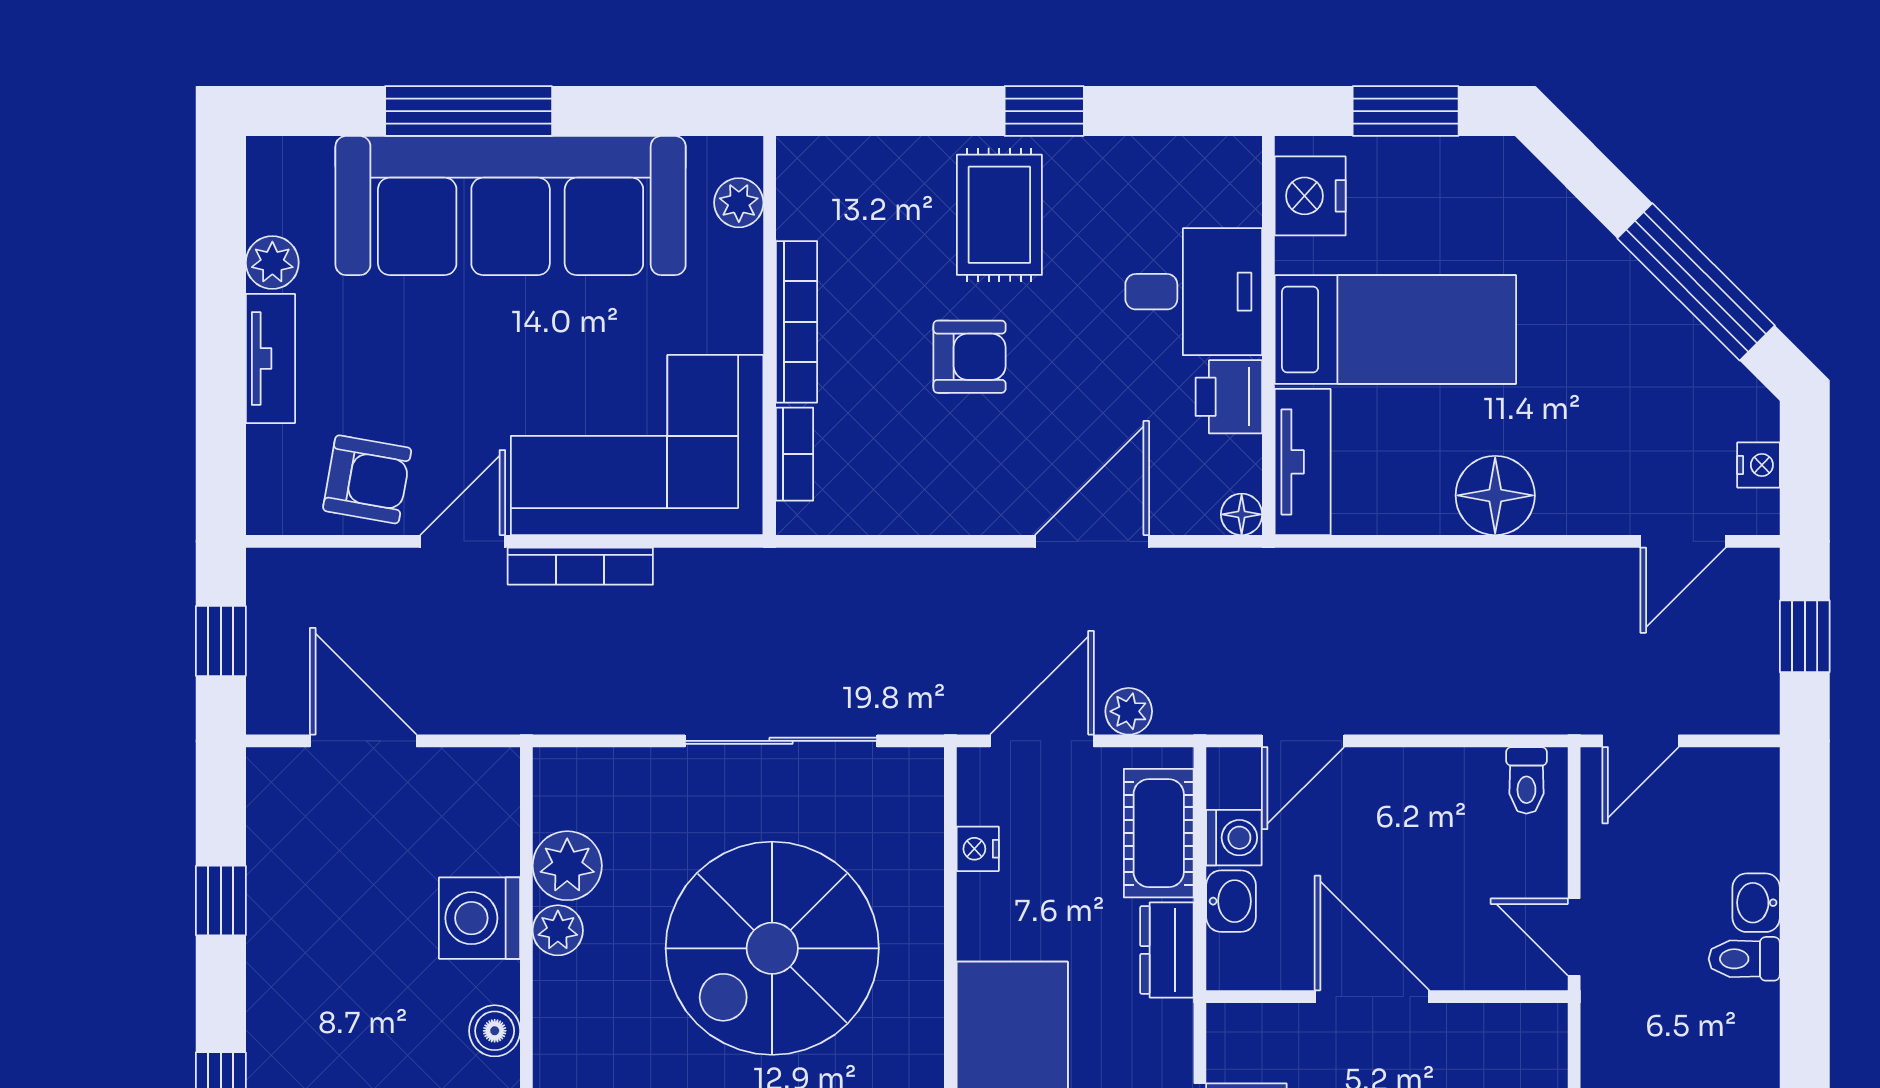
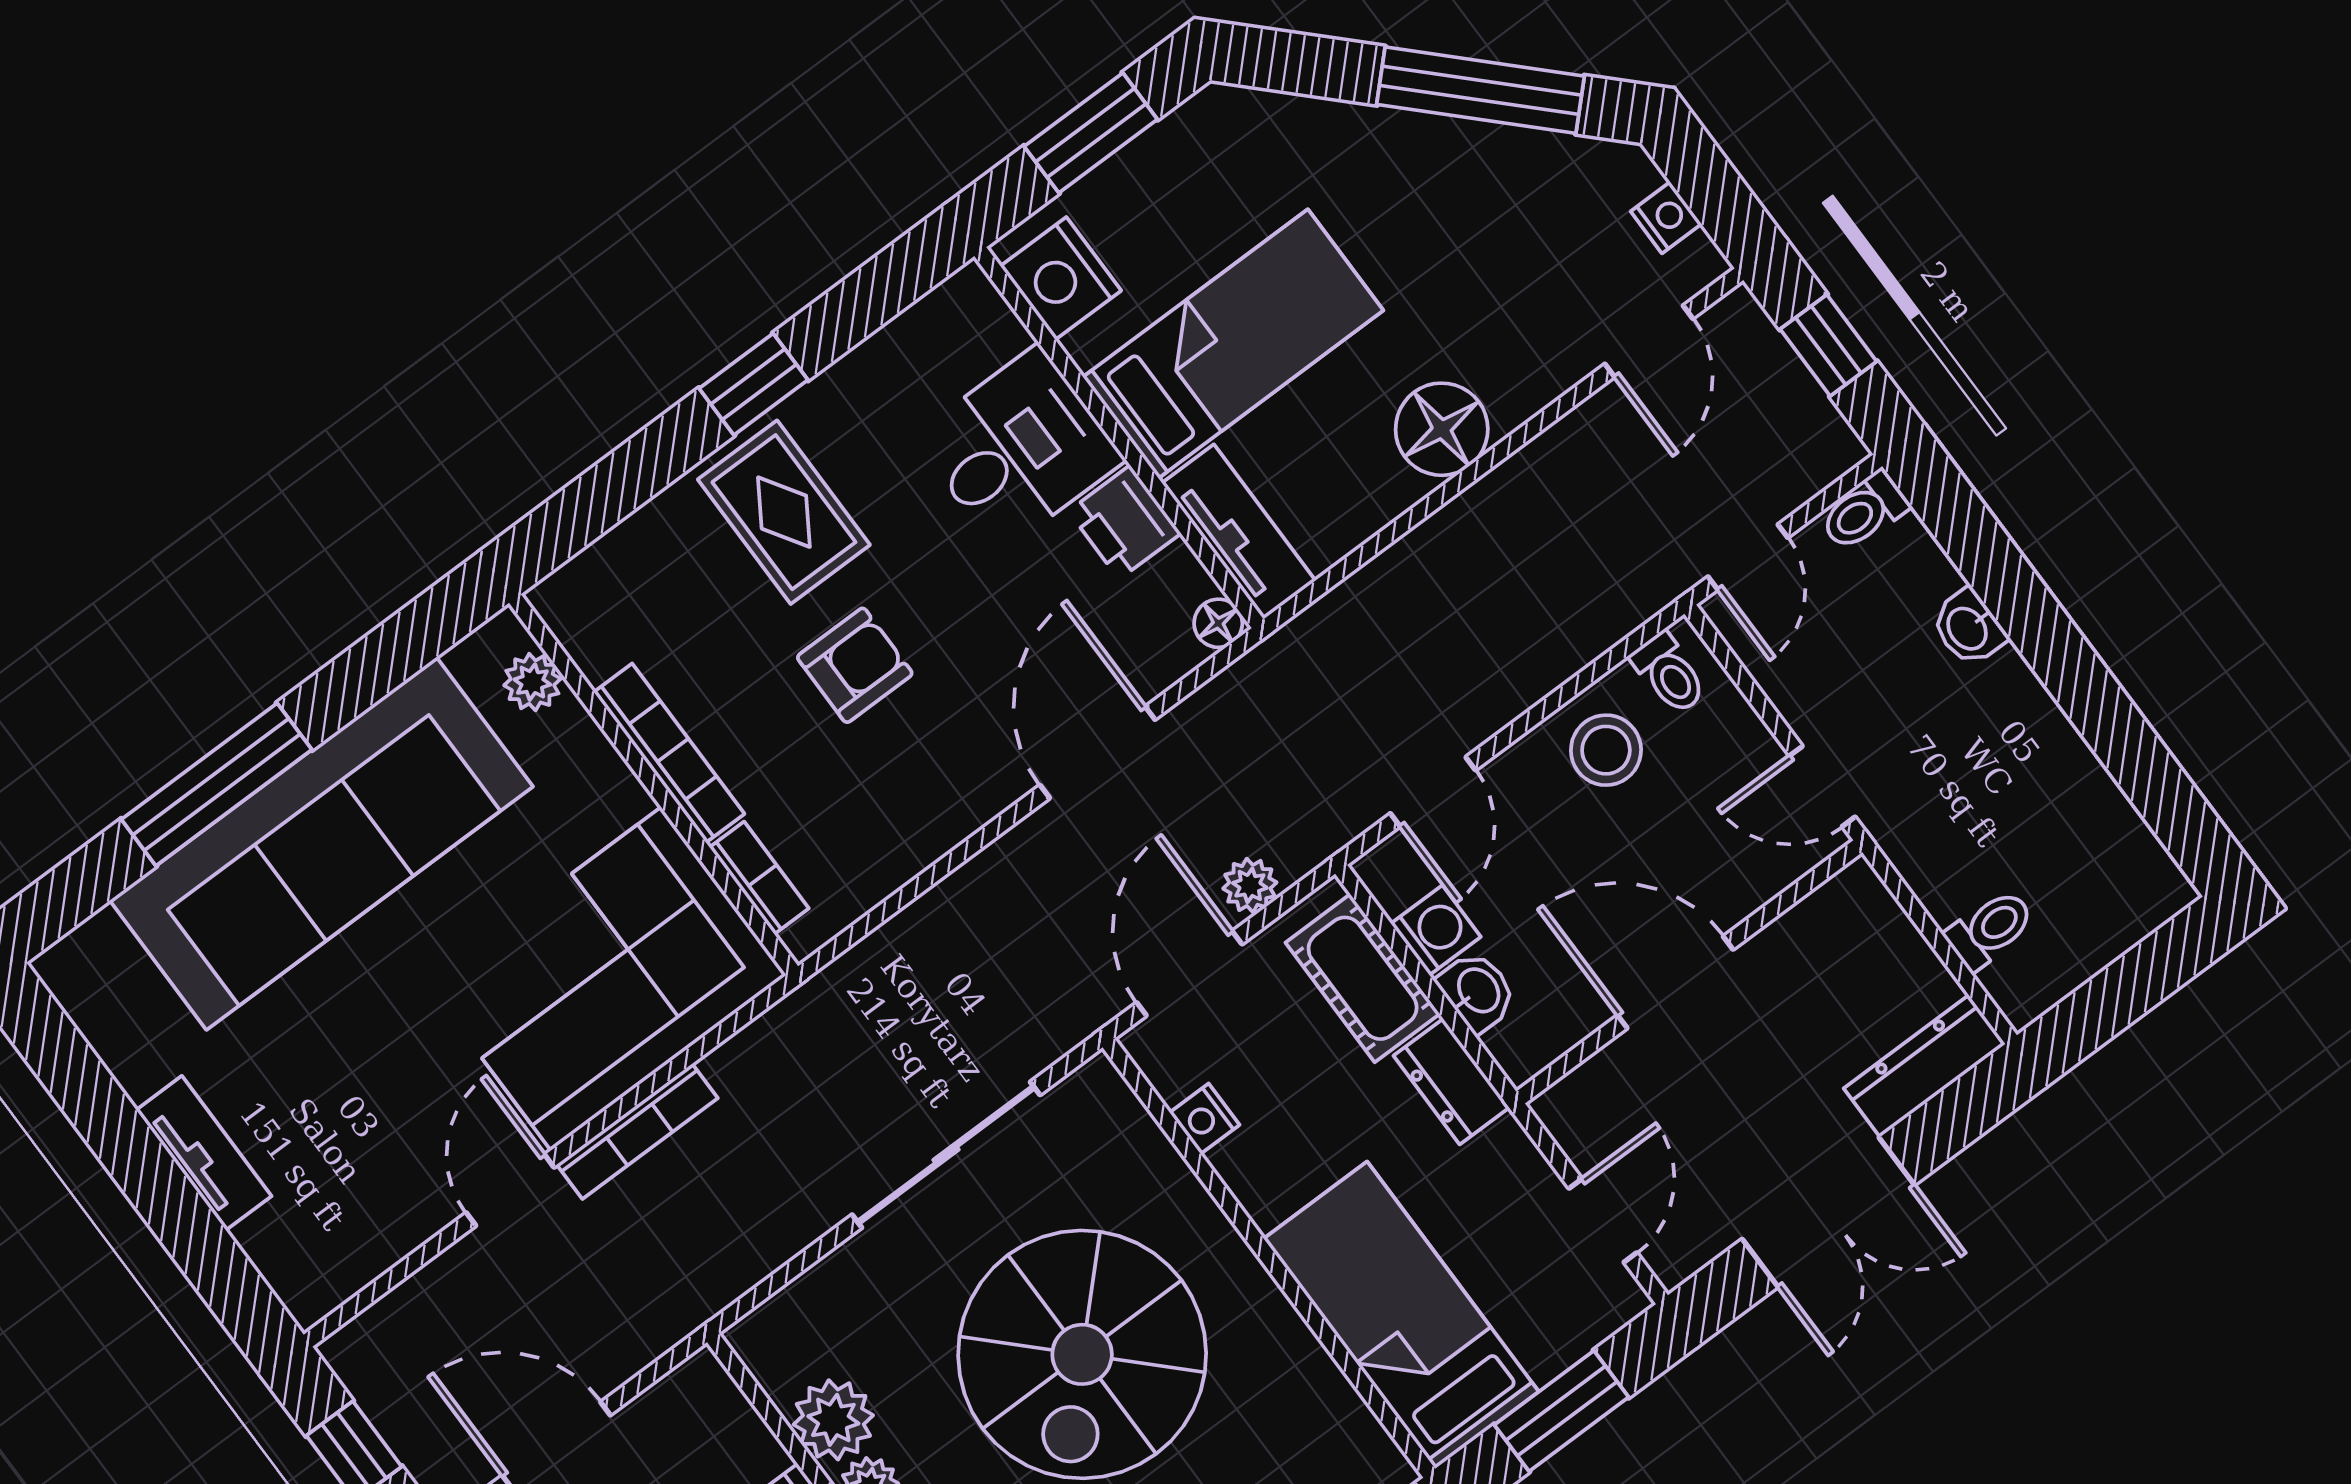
plant: (272, 263) -> (139, 1062), removed
armchair: (367, 479) -> (378, 1199), removed
stool: (1444, 801) -> (1606, 750), added
toilet: (1744, 959) -> (1864, 511), moved

